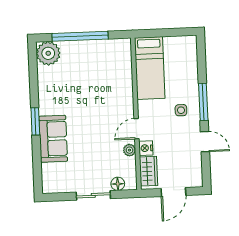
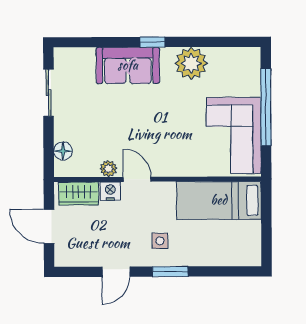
plant: (48, 53) -> (191, 63), moved
corner sofa: (102, 59) -> (234, 135), added
window: (203, 102) -> (170, 272), width x0.69
window: (35, 121) -> (152, 42), width x0.67
sliding door: (93, 195) -> (49, 93), moved

